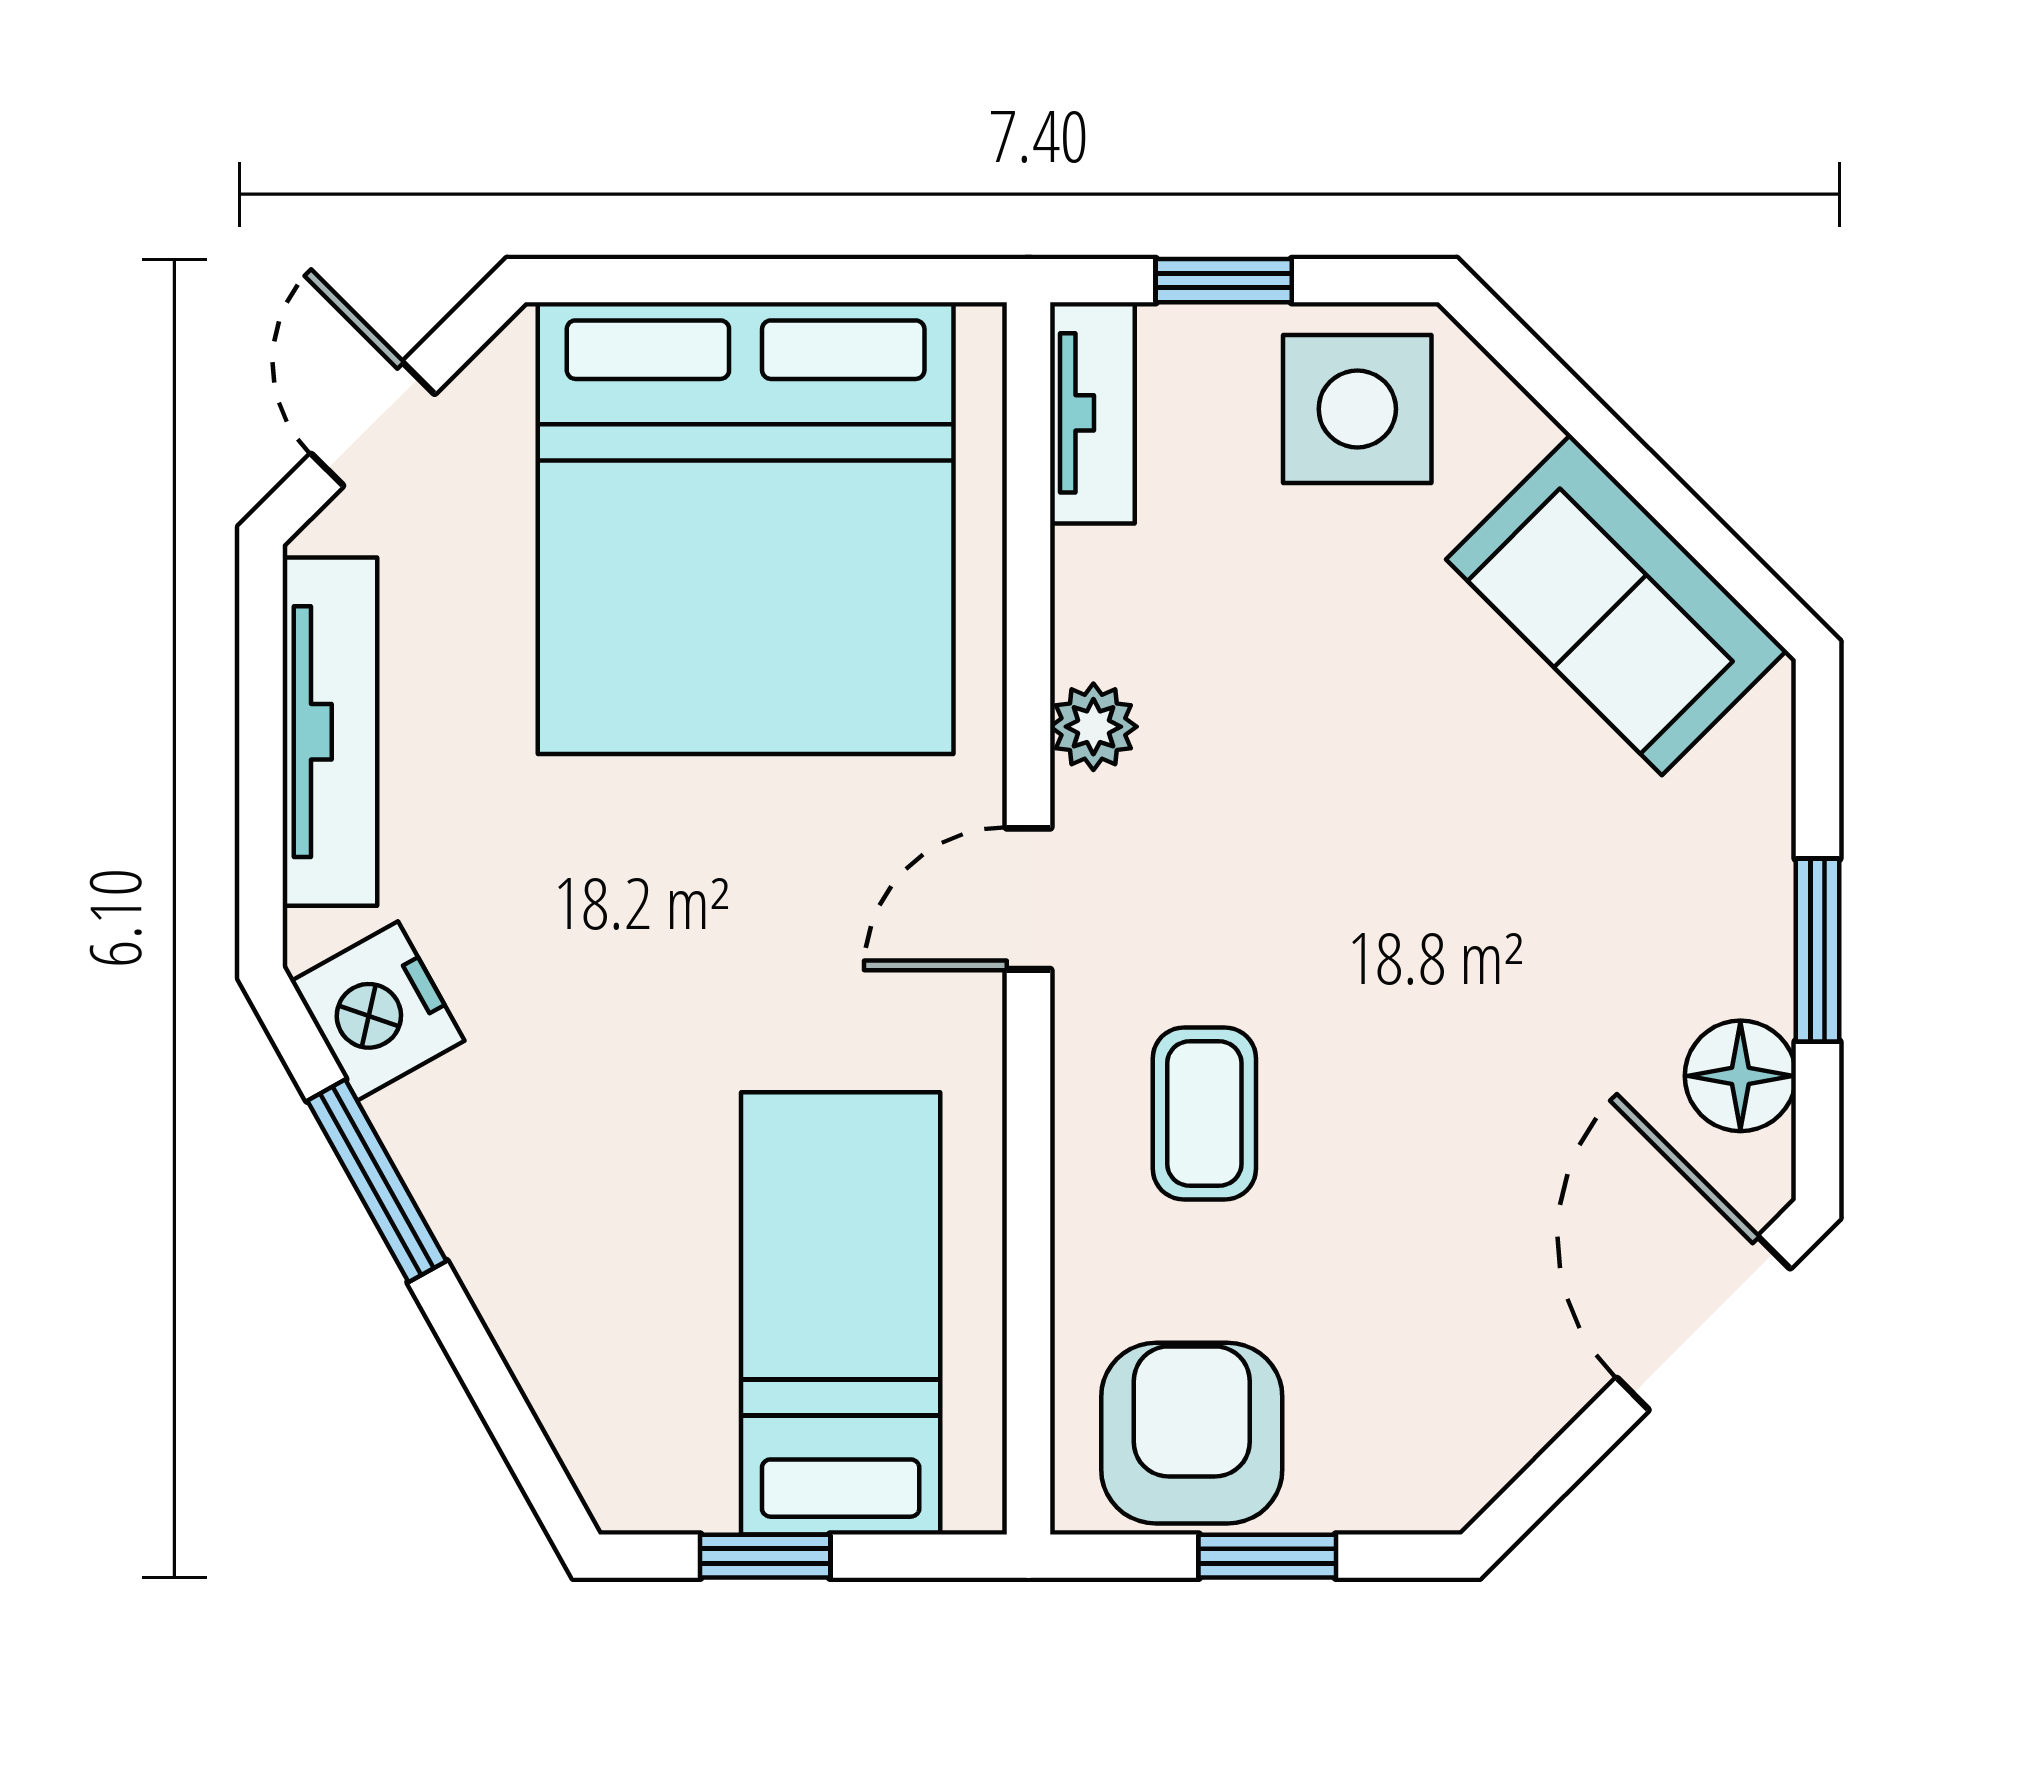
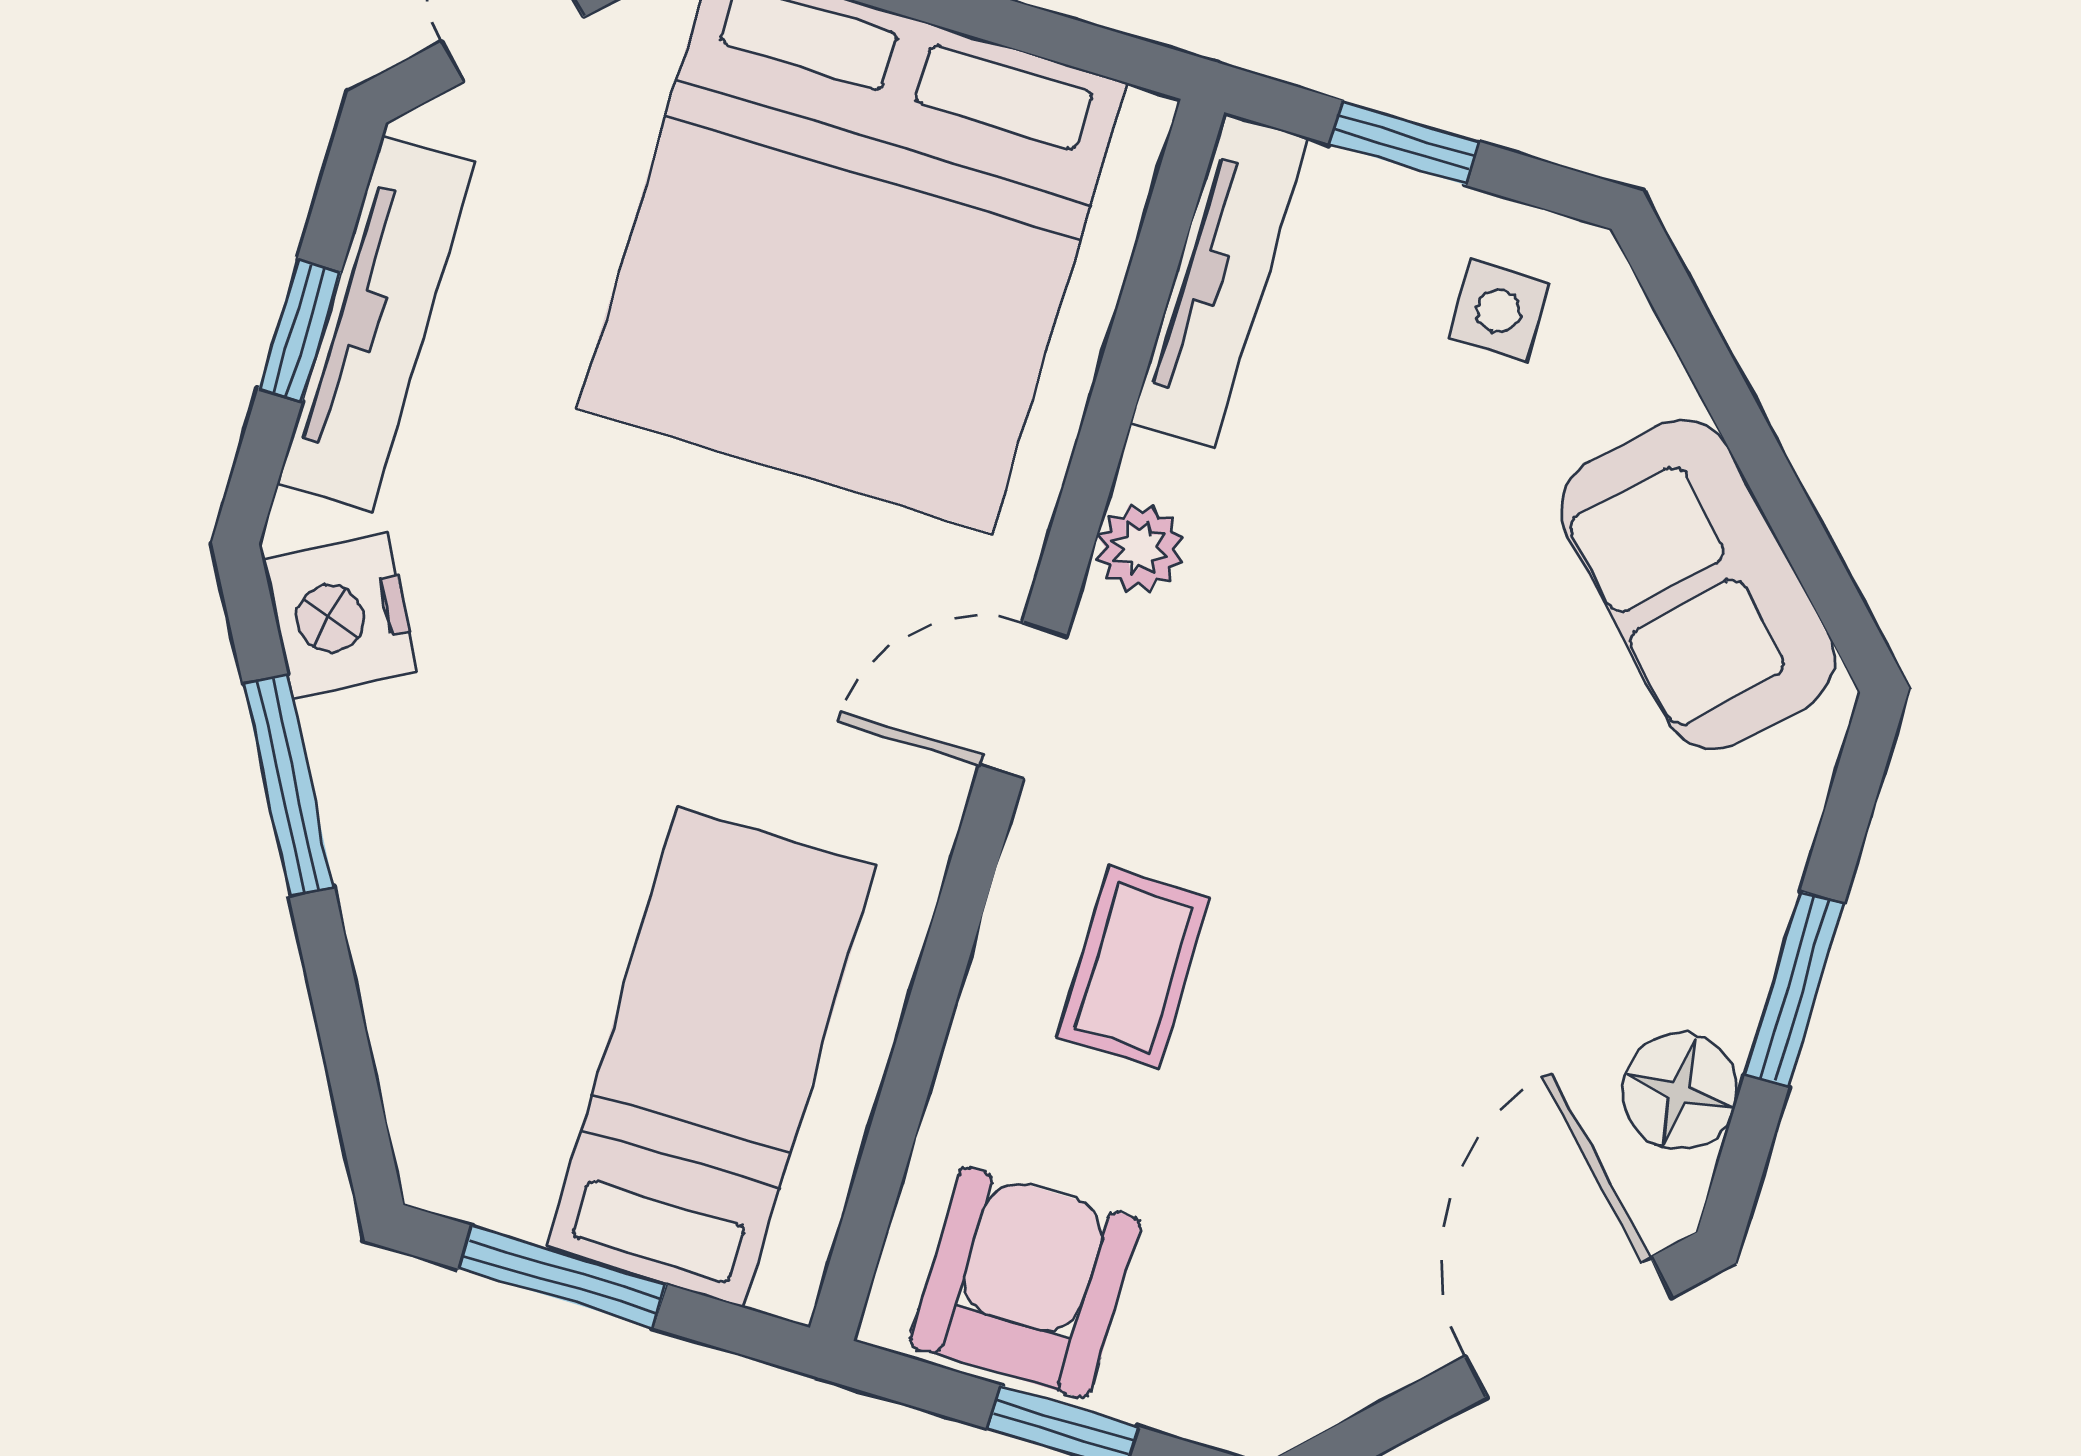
side table: (1357, 409) -> (1499, 311), width x0.54, depth x0.54
tv unit: (1092, 413) -> (1219, 280), width x1.41
window: (261, 759) -> (300, 330), added
window: (765, 1556) -> (563, 1277), width x1.50

